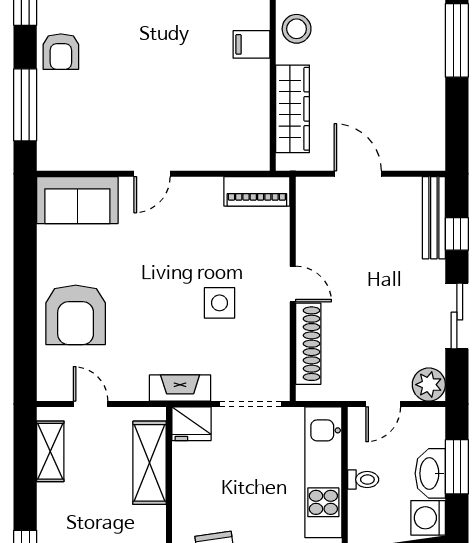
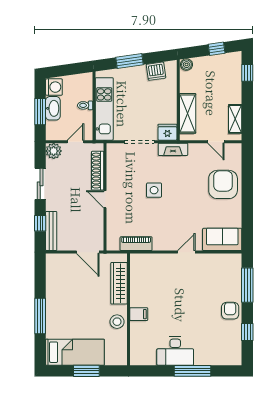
door: (293, 284) -> (105, 199), moved
wall: (293, 289) -> (105, 197), moved
shoe rack: (308, 344) -> (98, 171), moved

